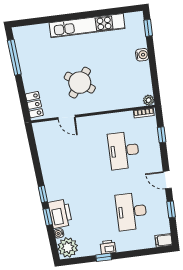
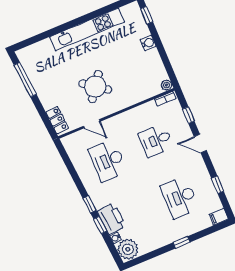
desk: (124, 150) -> (156, 140), width x0.73
desk: (72, 157) -> (108, 161), added
door: (167, 180) -> (200, 144), moved
printer: (108, 247) -> (167, 238), removed
window: (104, 257) -> (181, 242), moved

